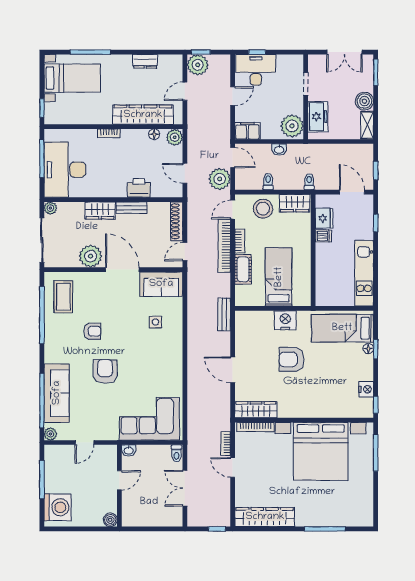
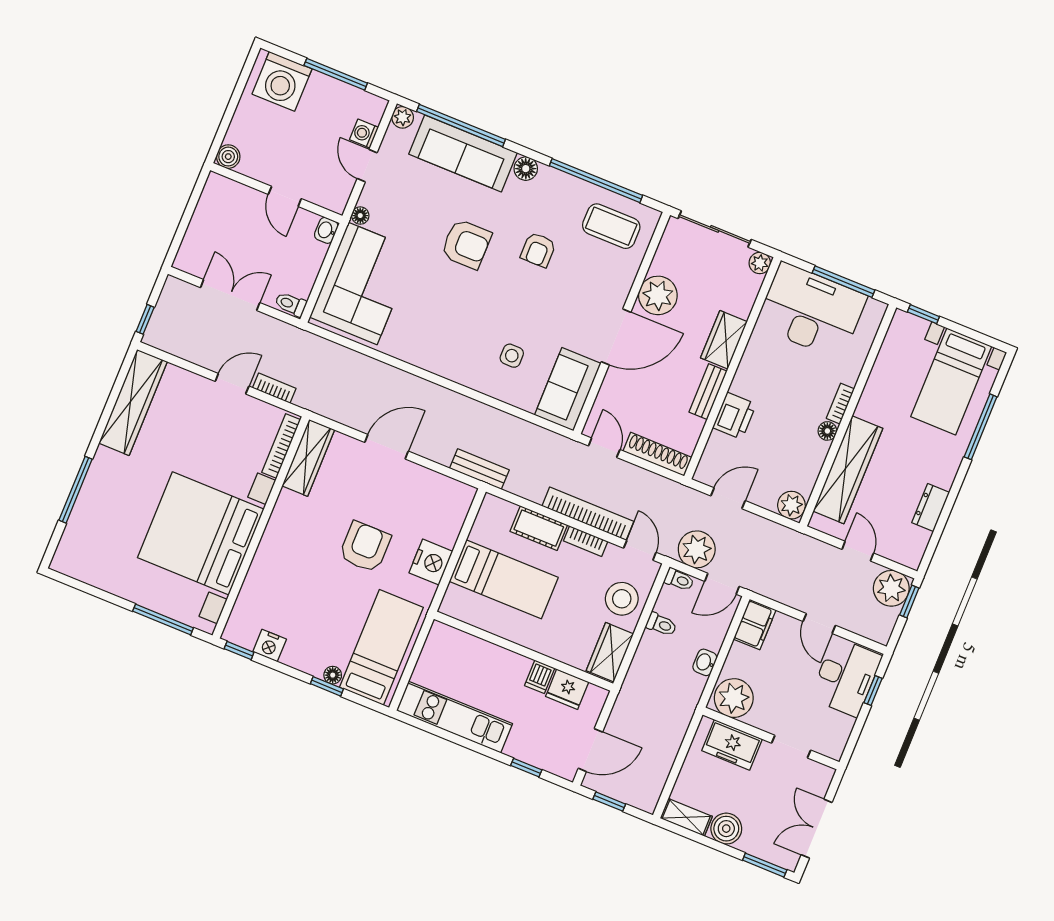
floor lamp: (154, 134) -> (827, 431), moved
toilet: (309, 182) -> (679, 580), moved
floor lamp: (51, 356) -> (526, 169), added
floor lamp: (113, 435) -> (360, 216), added
washing machine: (68, 451) -> (364, 134), added

